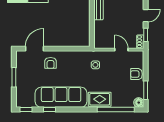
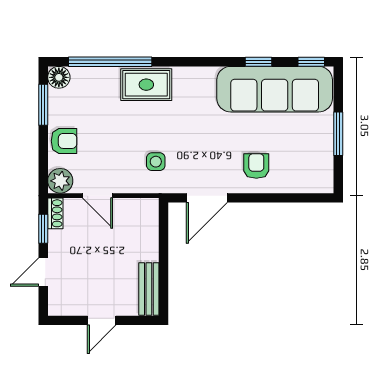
door: (34, 49) -> (207, 198), moved
plant: (138, 56) -> (60, 181), added
sofa: (61, 97) -> (275, 89), moved

